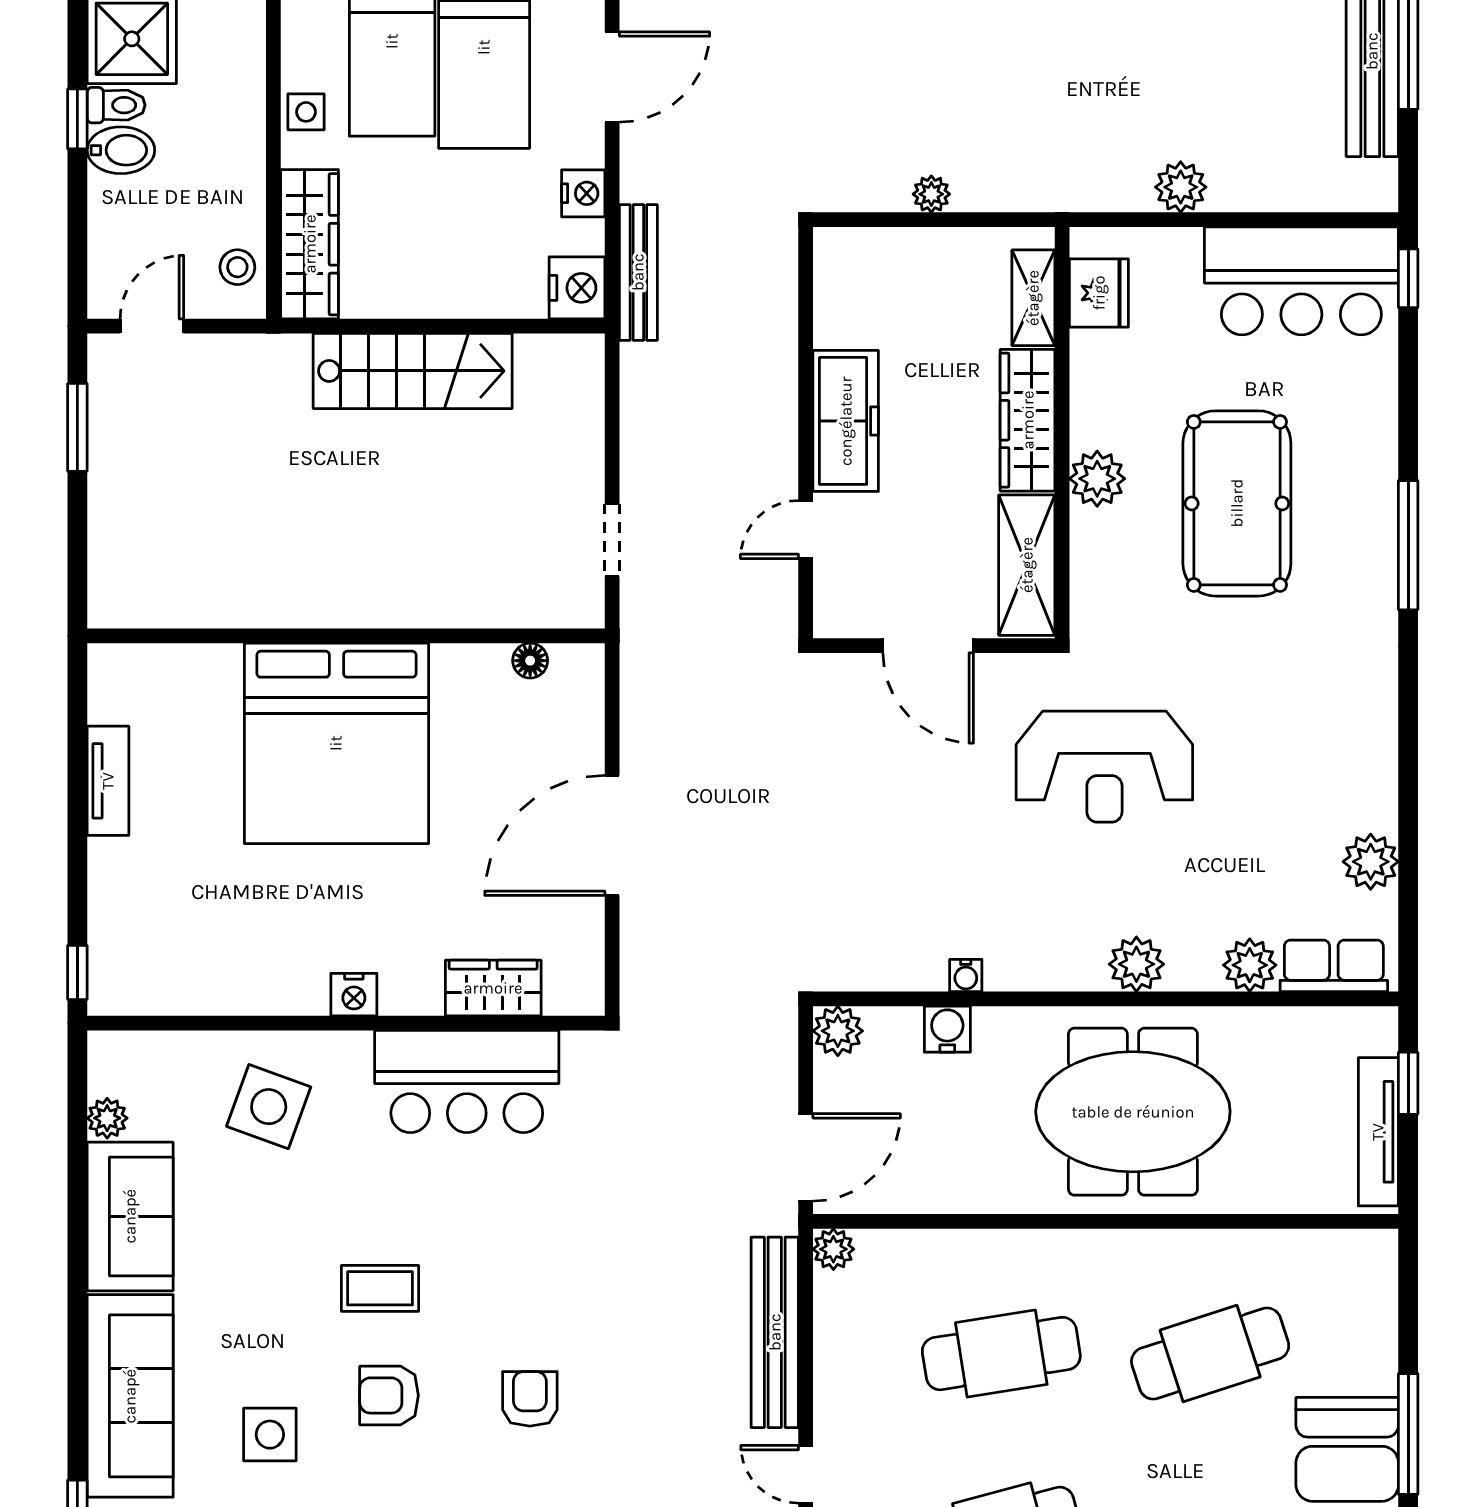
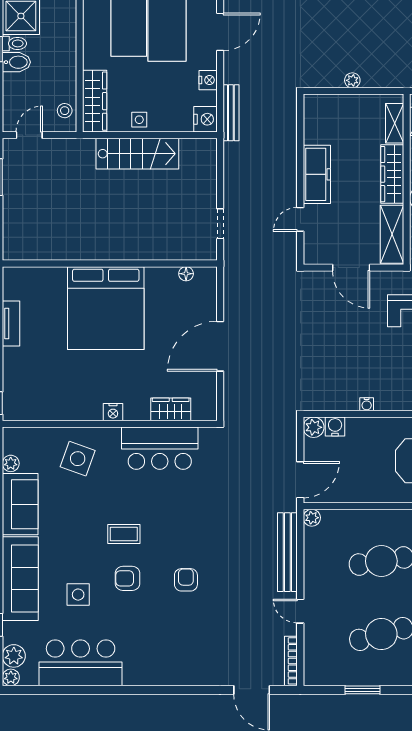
side table: (306, 112) -> (139, 120), moved
water cooler: (947, 1029) -> (335, 427), moved

